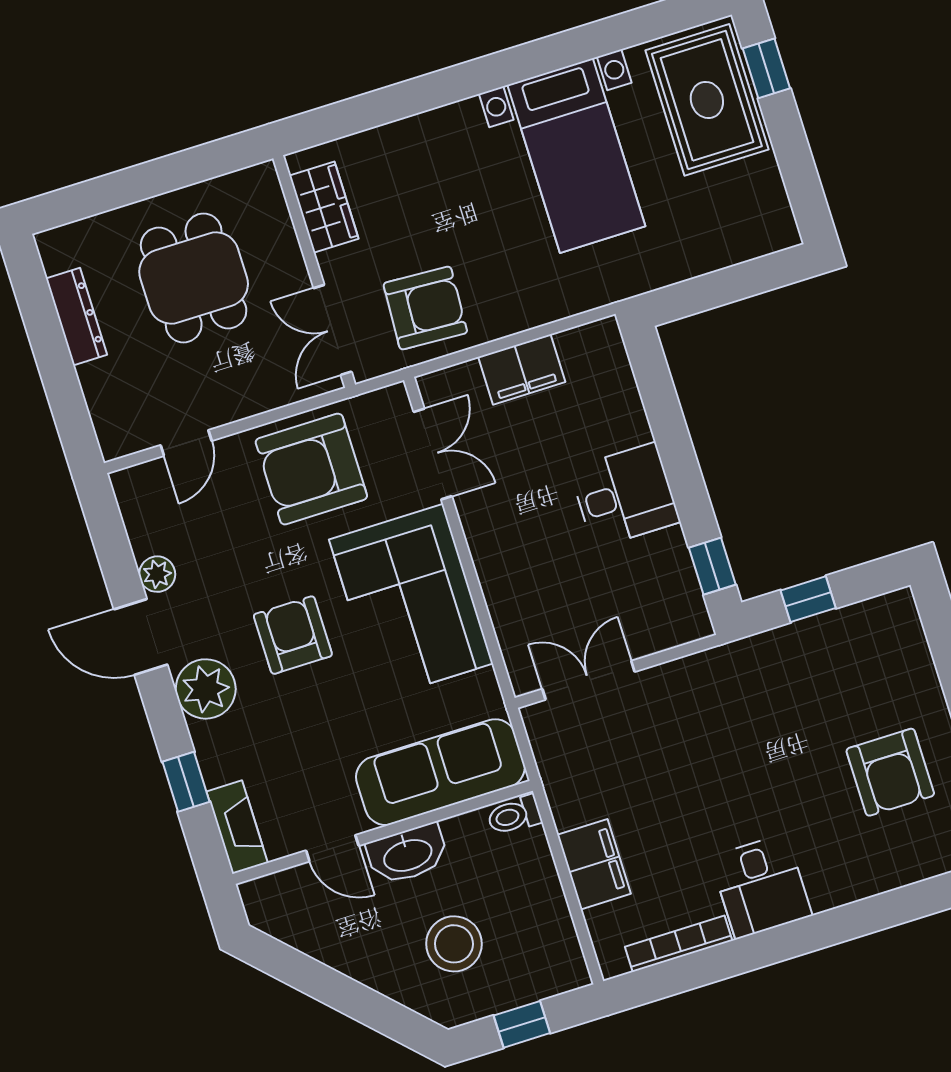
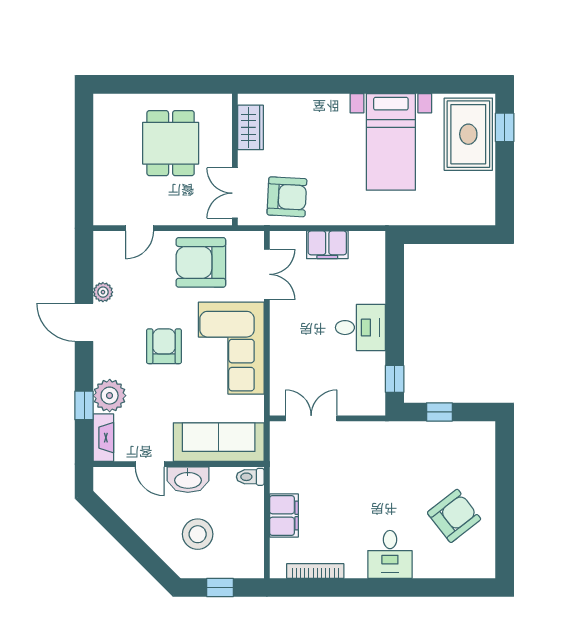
dresser: (76, 317) -> (103, 144), removed
plant: (206, 689) -> (110, 396), moved
armchair: (890, 772) -> (454, 516), turned -128
desk: (761, 886) -> (390, 554), moved

